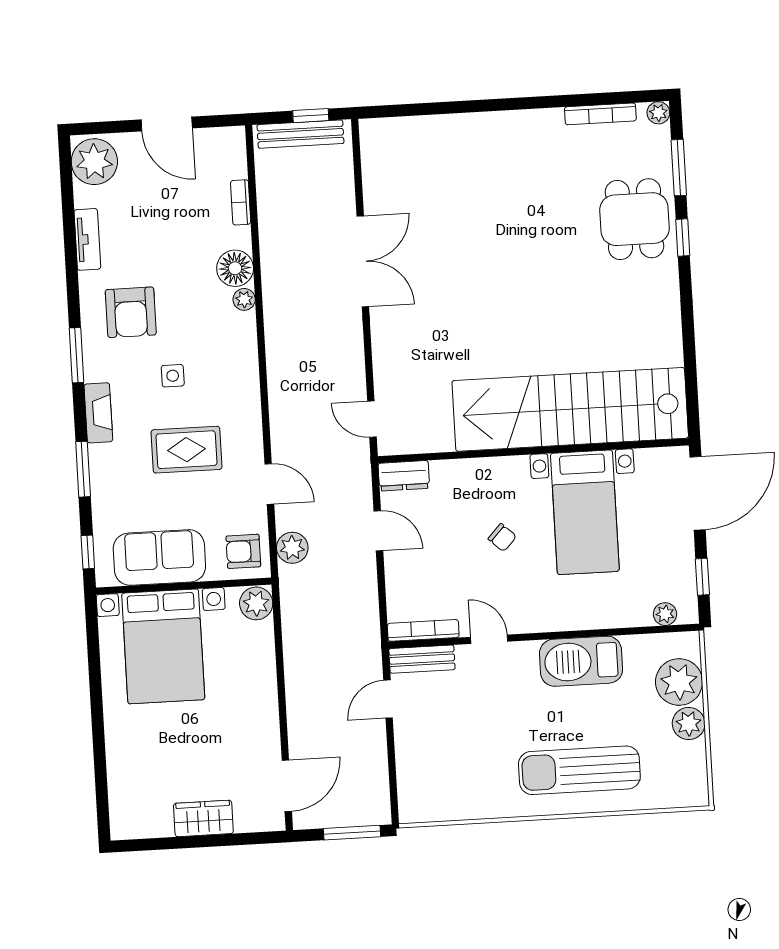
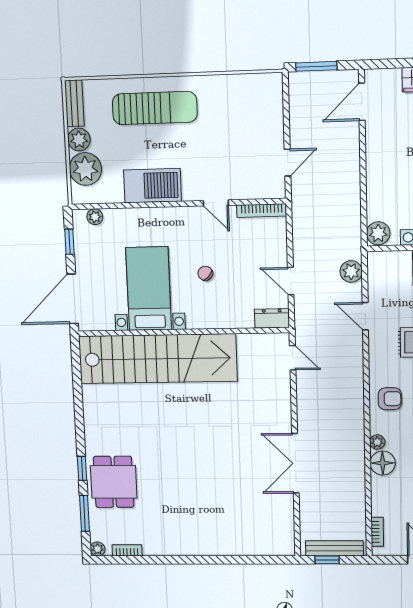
bookcase: (600, 114) -> (127, 550), width x0.64
bookcase: (241, 202) -> (377, 532), moved
armchair: (243, 551) -> (390, 399), moved
bench: (422, 659) -> (74, 103), moved, turned 90

